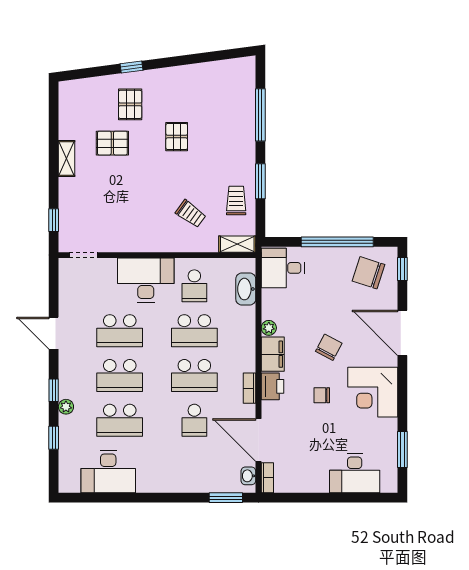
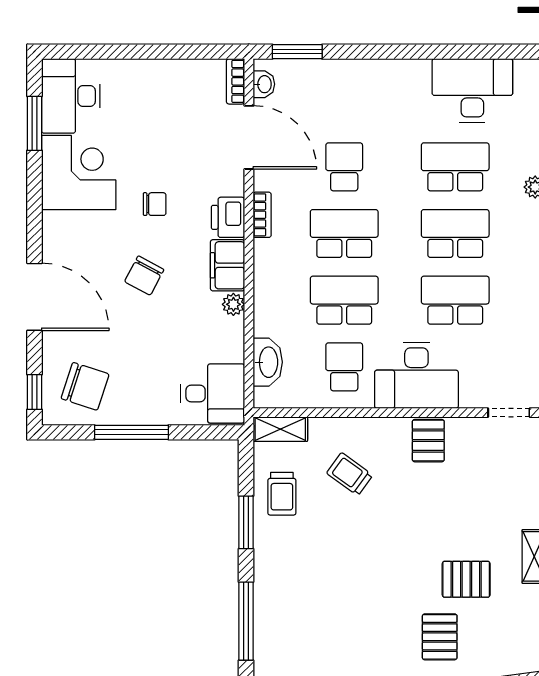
pallet: (177, 137) -> (428, 441), moved
window: (337, 242) -> (132, 432), width x0.68
corner desk: (373, 392) -> (79, 173), moved
desk: (355, 473) -> (71, 96), moved, turned -90

